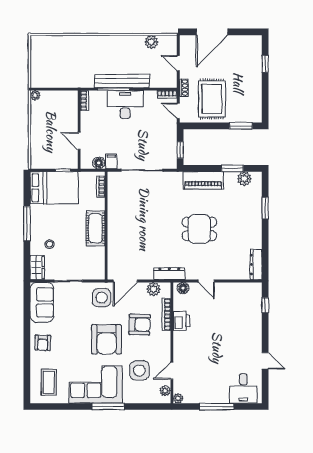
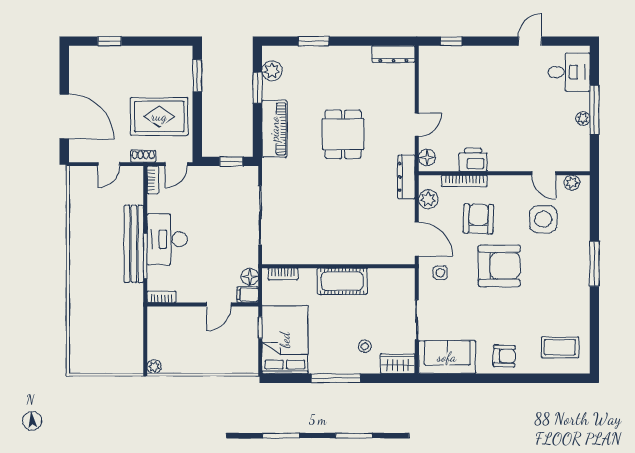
plant: (151, 42) -> (78, 202), removed
filing cabinet: (111, 161) -> (248, 295), moved
side table: (102, 298) -> (440, 273), width x0.54, depth x0.54
corner sofa: (96, 384) -> (563, 281), removed
plant: (178, 398) -> (583, 118), moved

